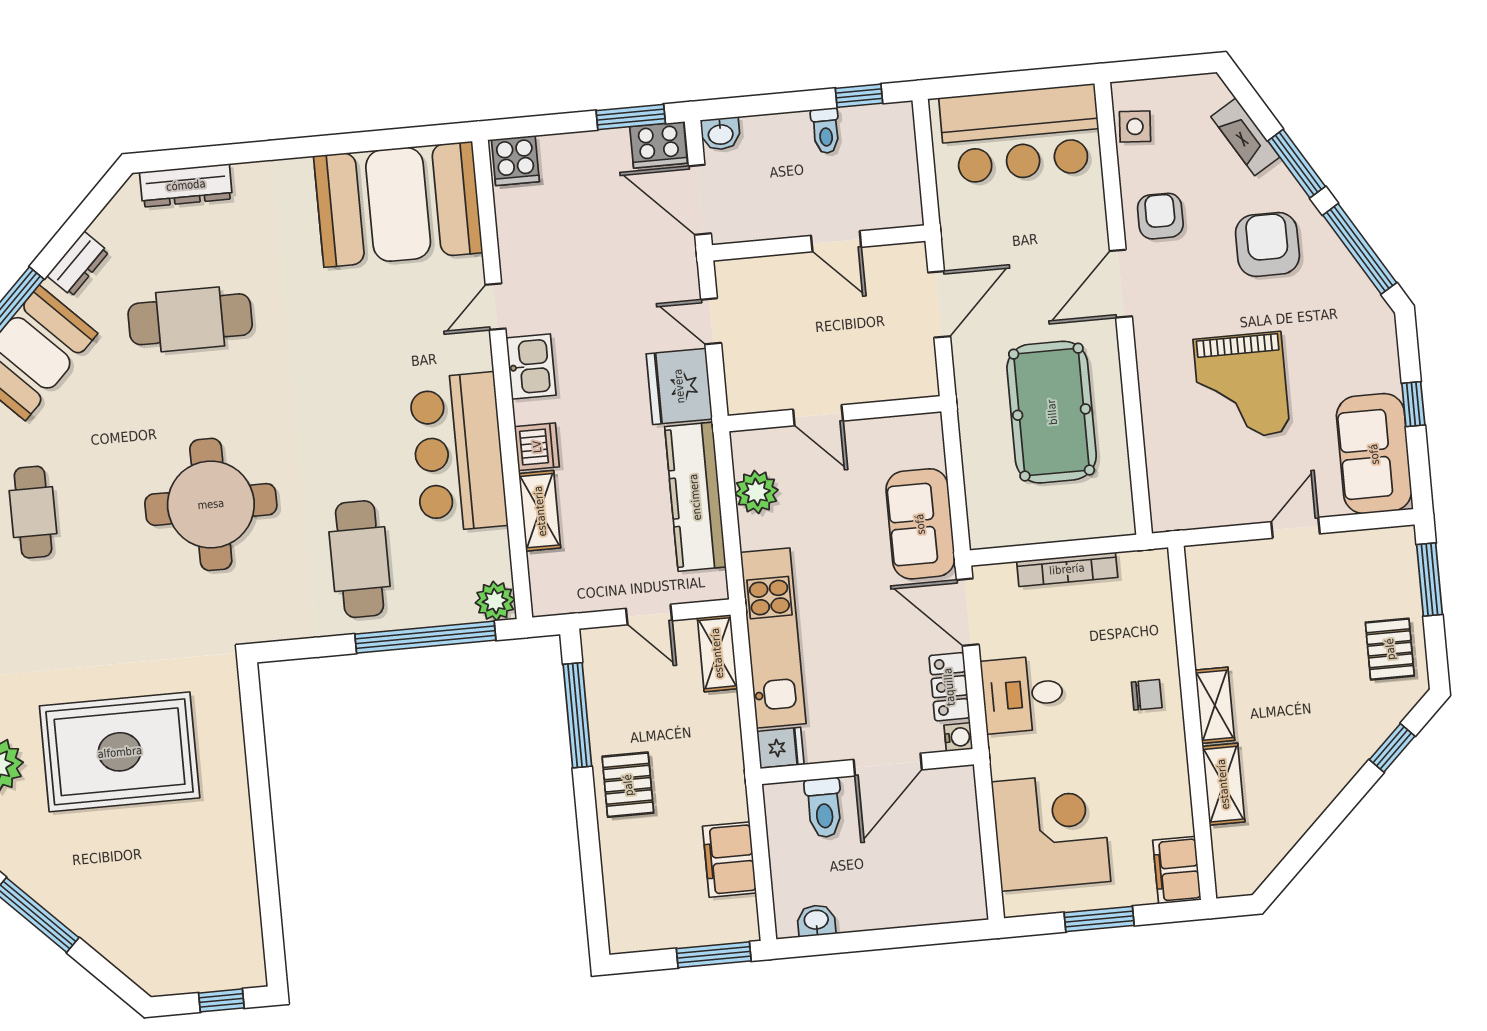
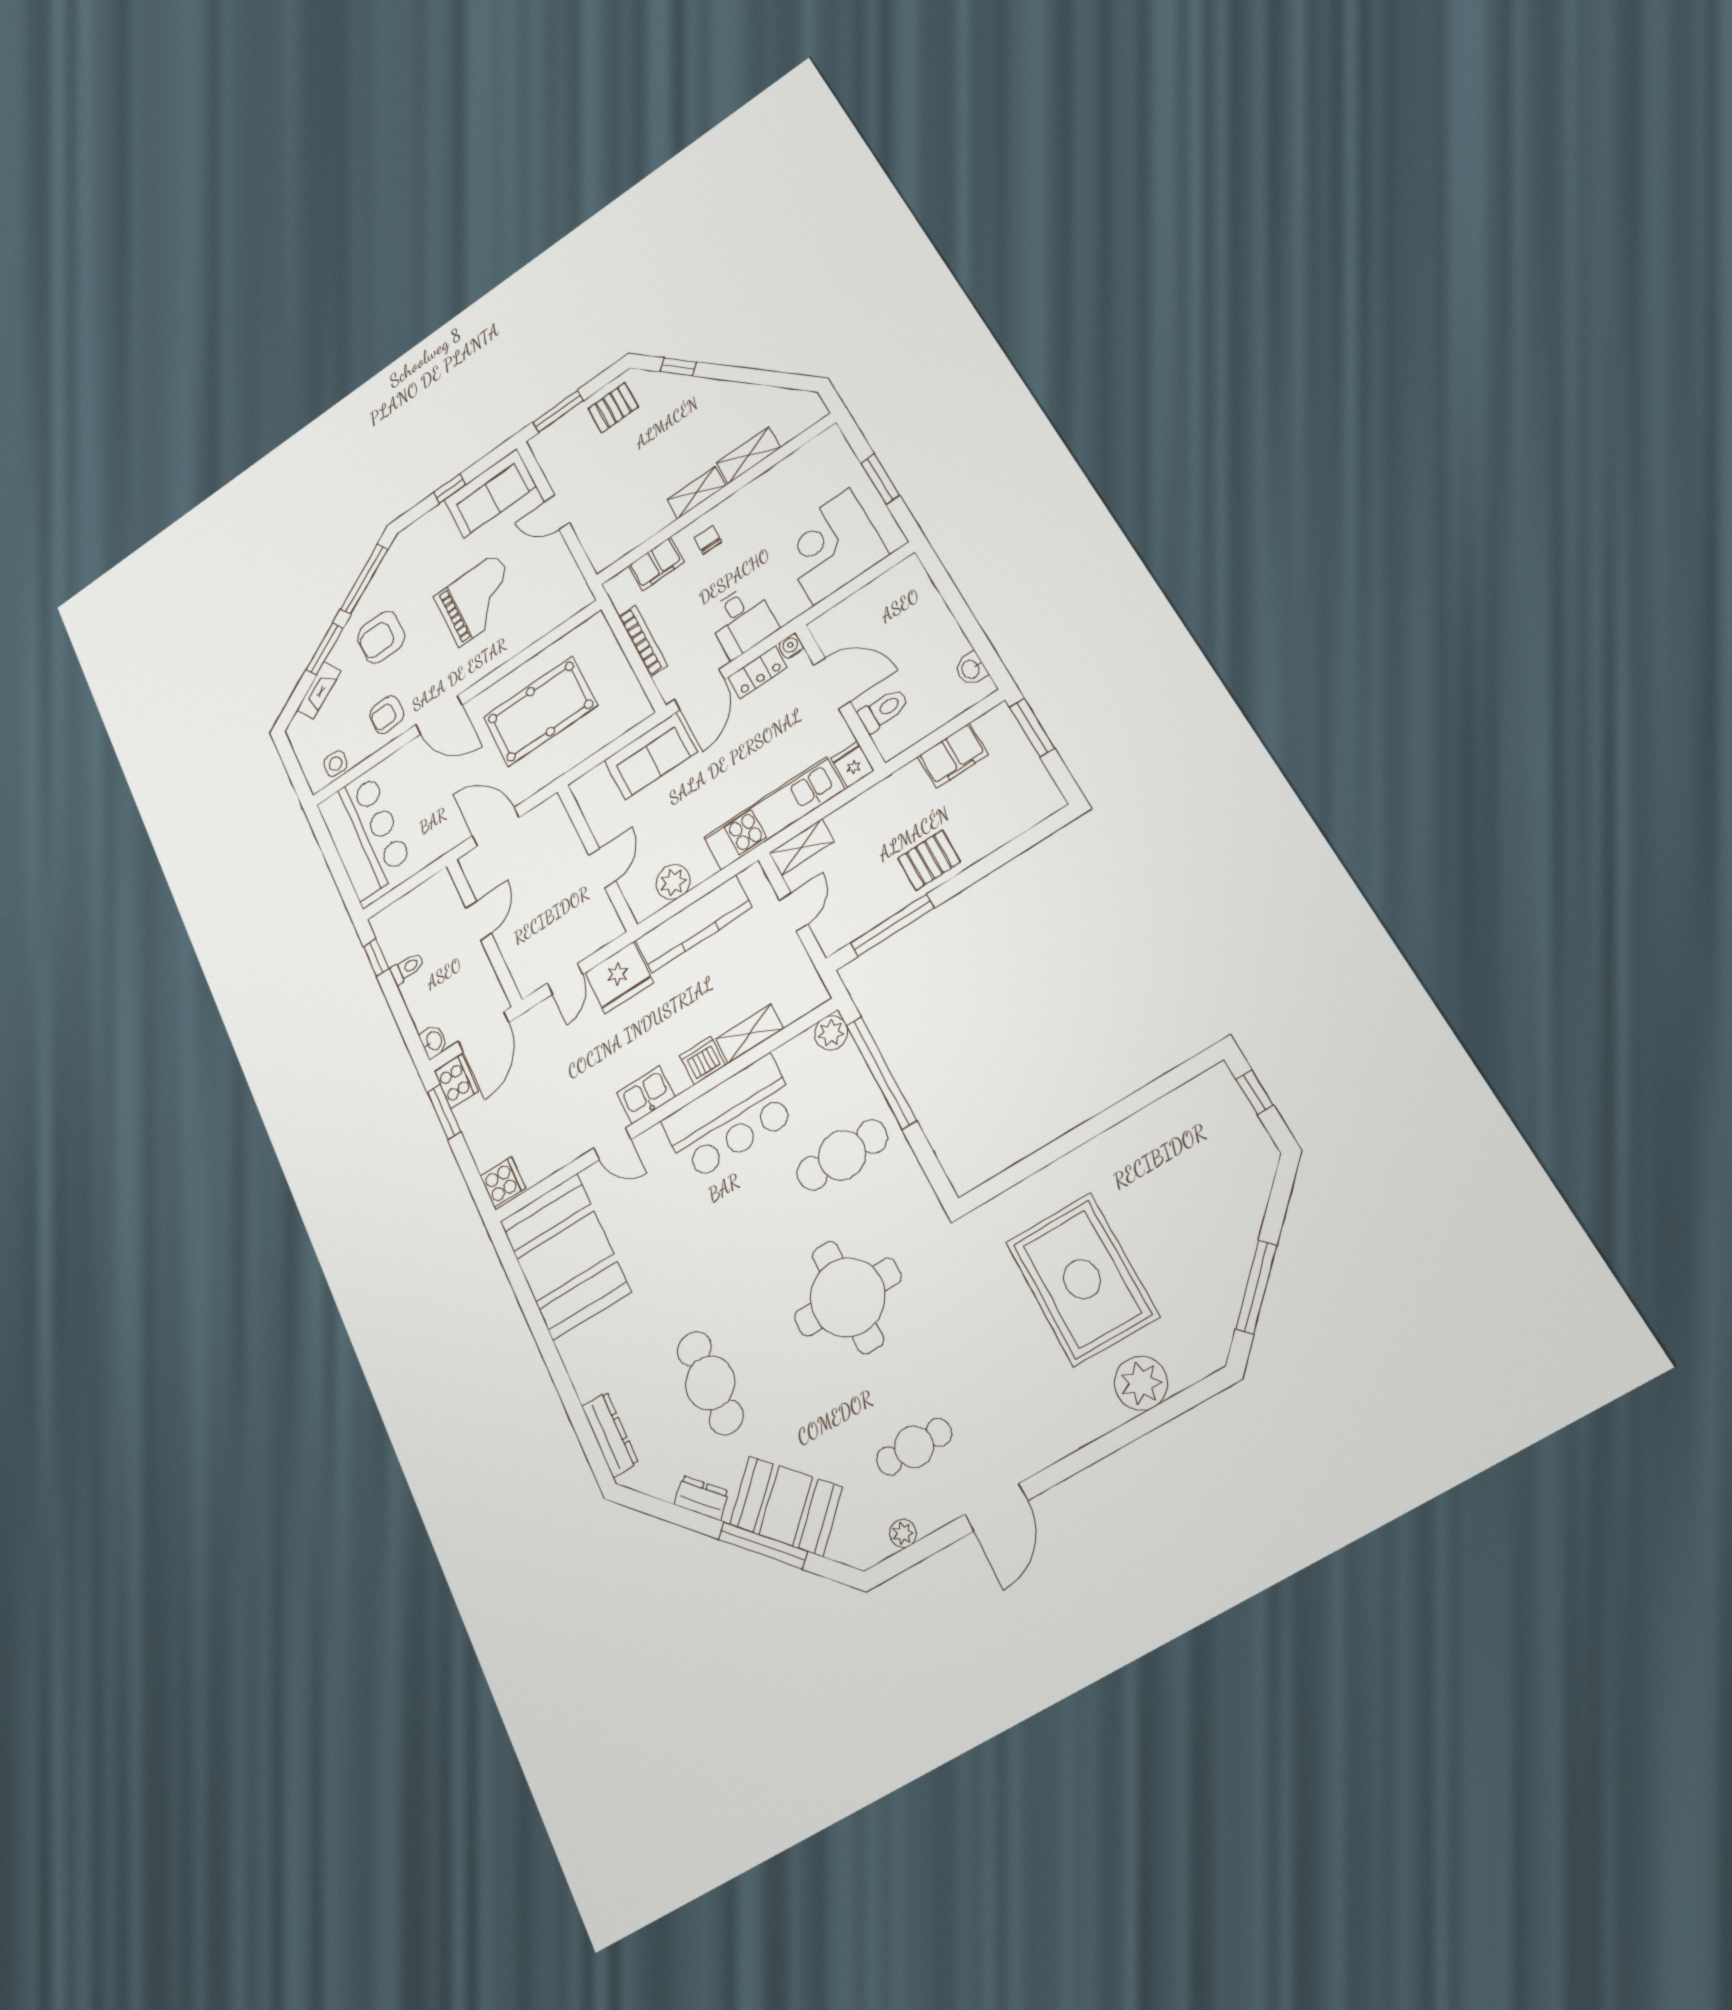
filing cabinet: (1177, 870) -> (656, 564), moved

